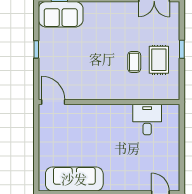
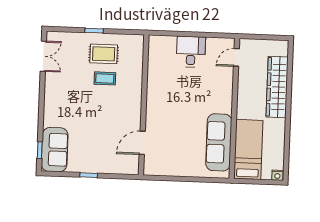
door: (53, 102) -> (142, 143), moved
desk: (147, 120) -> (191, 52), moved, turned 90

